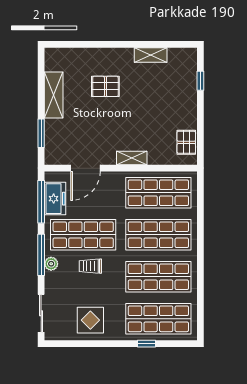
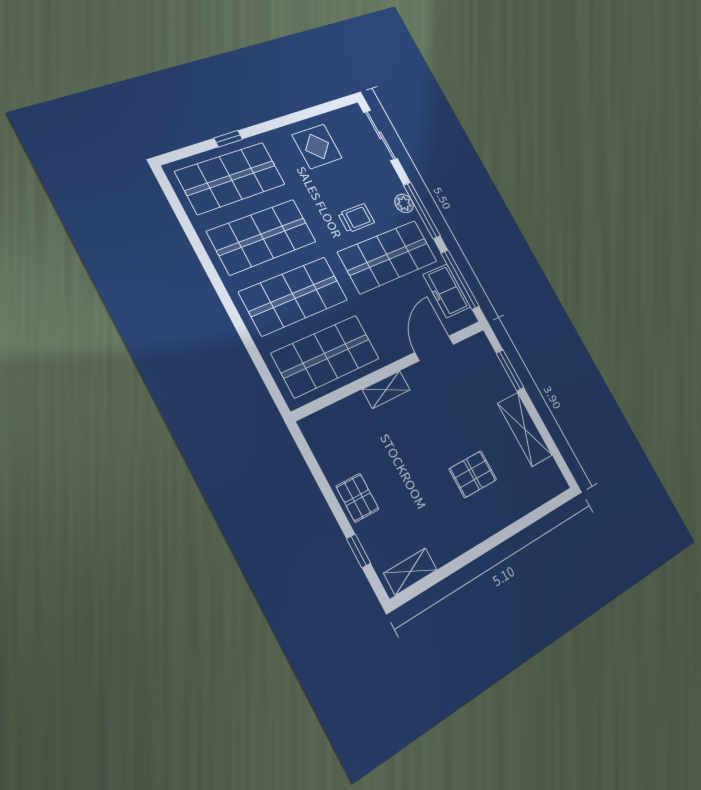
shelving: (151, 55) -> (410, 571), moved
pallet: (186, 142) -> (357, 498), moved

